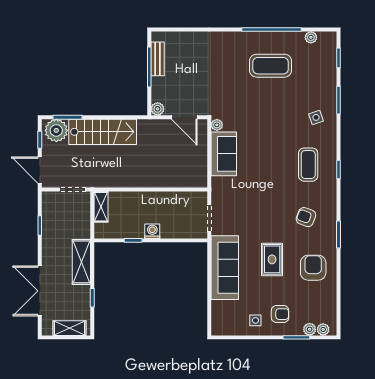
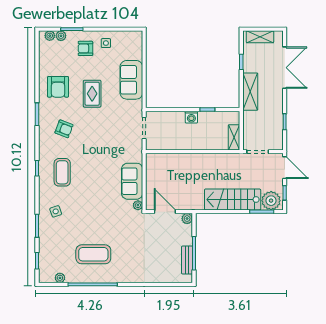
sofa: (225, 268) -> (131, 80), width x0.73

